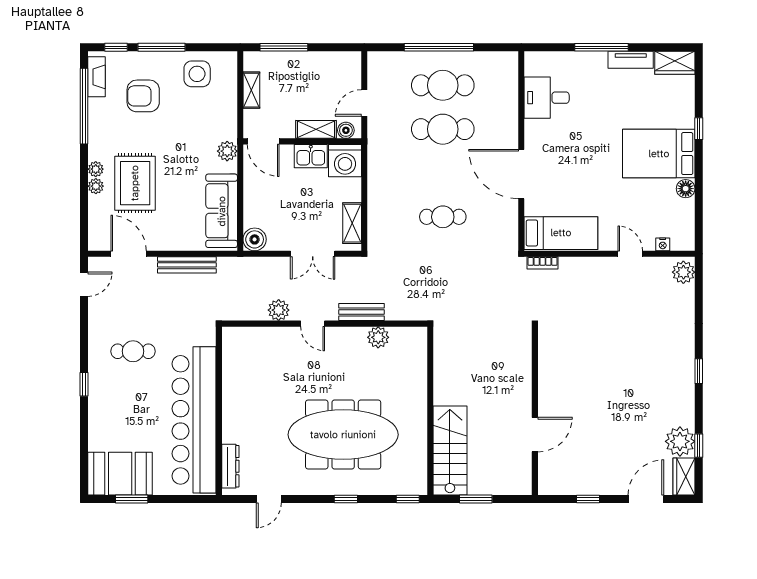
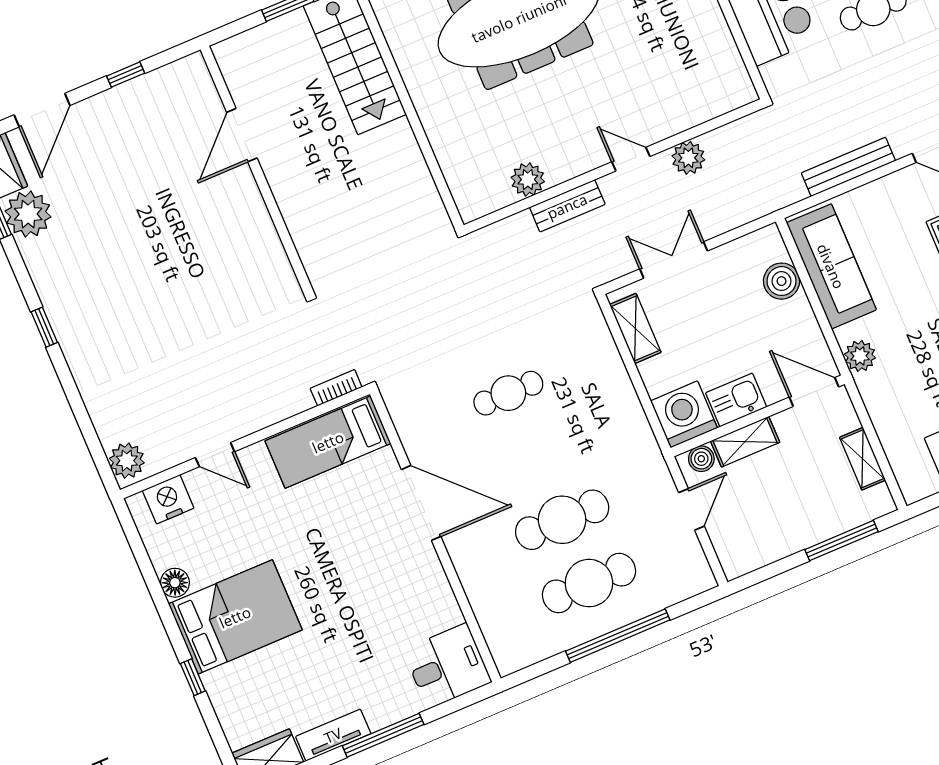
desk: (547, 98) -> (447, 666), moved
boiler: (255, 239) -> (781, 281), moved
nightstand: (663, 244) -> (168, 499), width x1.89, depth x1.79

